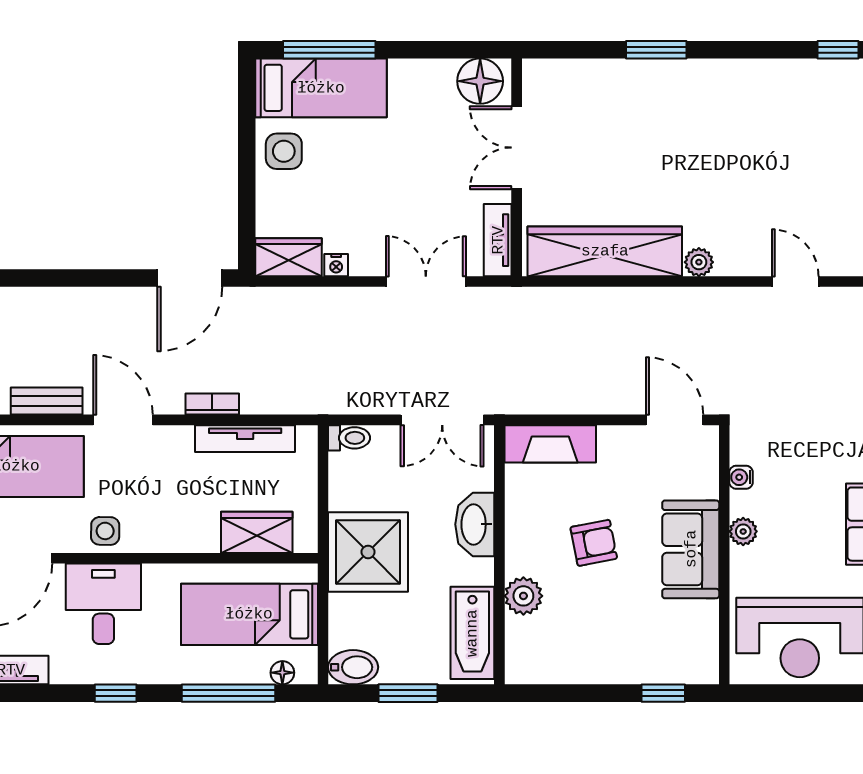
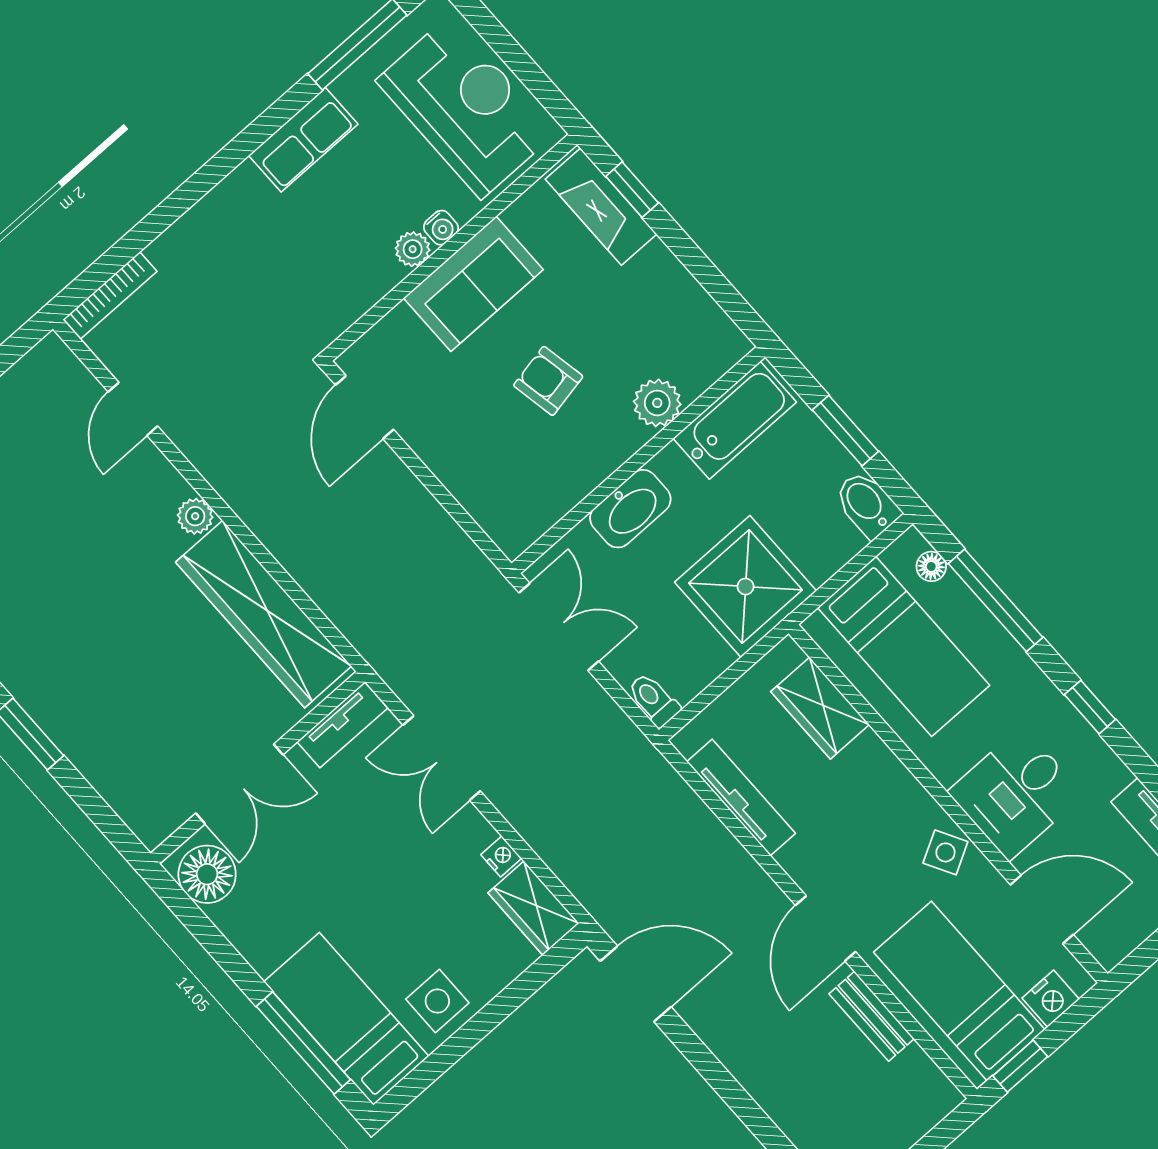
bookcase: (212, 404) -> (736, 857), removed
fireplace: (550, 444) -> (601, 207), moved, turned 180
water cooler: (741, 477) -> (441, 228), moved
side table: (105, 531) -> (945, 852), turned -30

